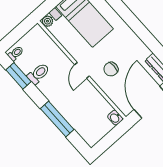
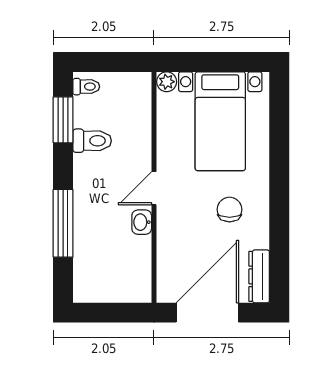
chair: (111, 69) -> (230, 209), moved, turned 90
washbasin: (115, 118) -> (142, 222), moved

